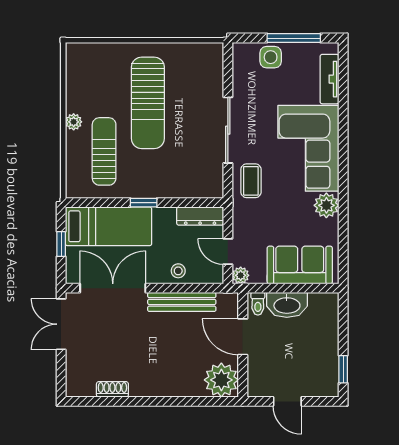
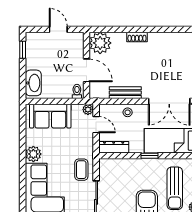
bench: (182, 302) -> (125, 93), width x0.73
washbasin: (287, 305) -> (33, 83), moved, turned 90
shoe rack: (112, 389) -> (137, 37), moved

